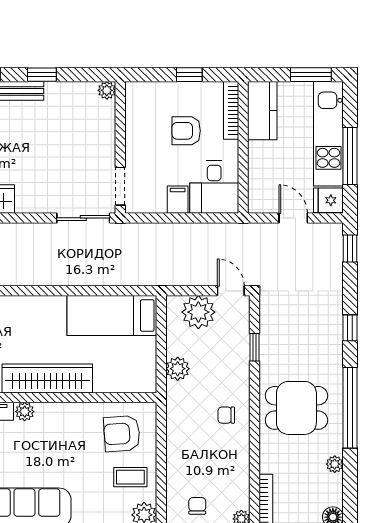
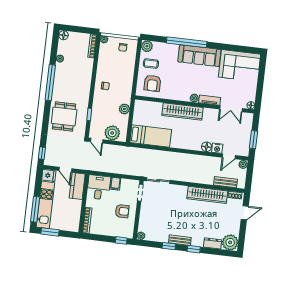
window: (189, 75) -> (121, 240), moved
kitchen counter: (262, 111) -> (77, 186), moved
armchair: (186, 131) -> (122, 211), moved
window: (350, 156) -> (35, 209), moved
window: (350, 328) -> (46, 118), removed
dining table: (296, 408) -> (64, 116), moved, turned 90
armchair: (122, 434) -> (152, 83), turned 94

